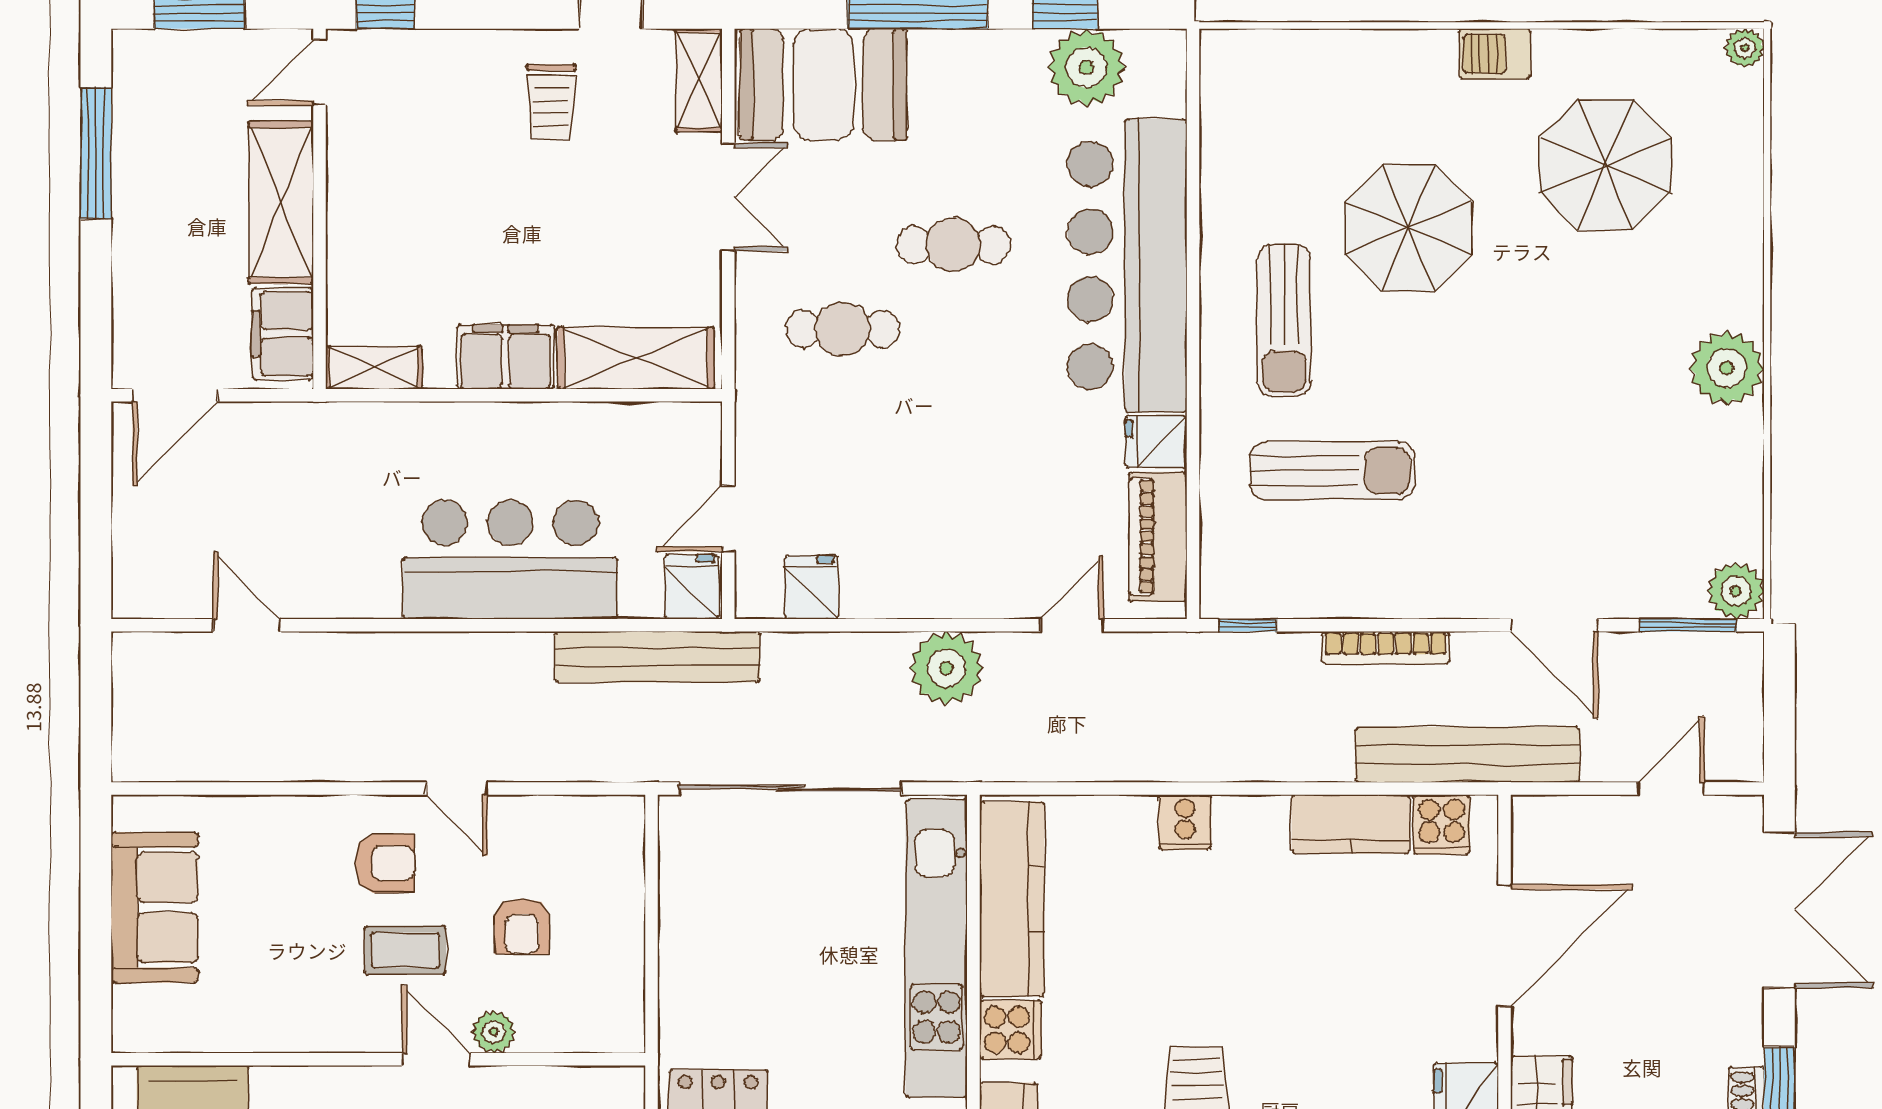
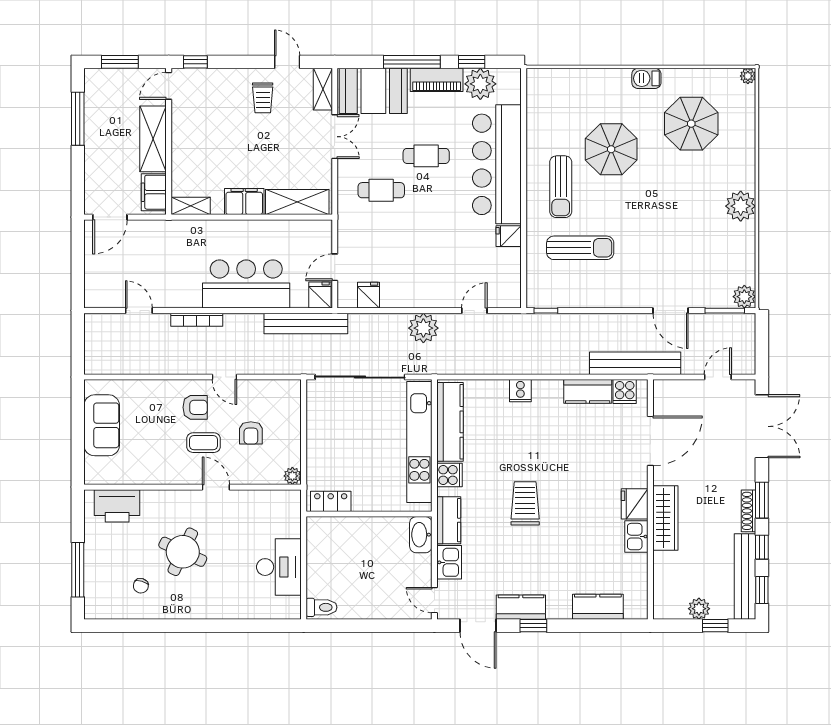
piano: (1158, 537) -> (437, 80), moved, turned -90
bookcase: (1386, 648) -> (197, 320), moved
plant: (494, 1032) -> (292, 476), moved

